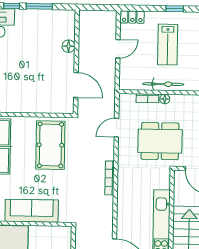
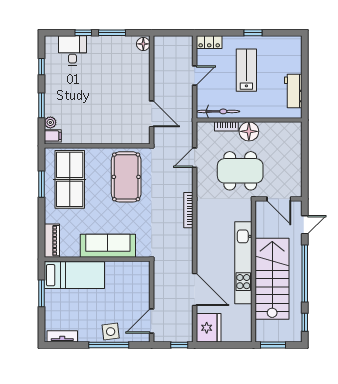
lab bench: (168, 45) -> (246, 70), turned 180
floor lamp: (69, 46) -> (143, 44), moved
bicycle: (163, 84) -> (218, 111), moved
floor lamp: (165, 99) -> (249, 131), width x1.89, depth x1.89

